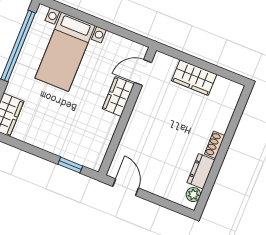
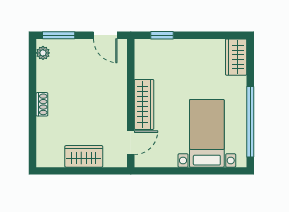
wardrobe: (118, 96) -> (144, 104), width x1.50
dresser: (201, 171) -> (45, 76), removed
window: (171, 206) -> (59, 35), added

